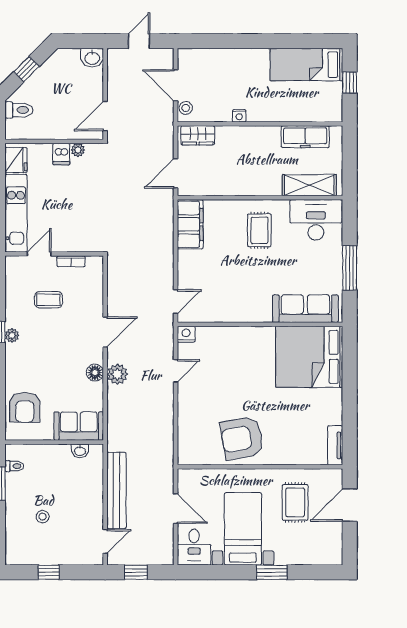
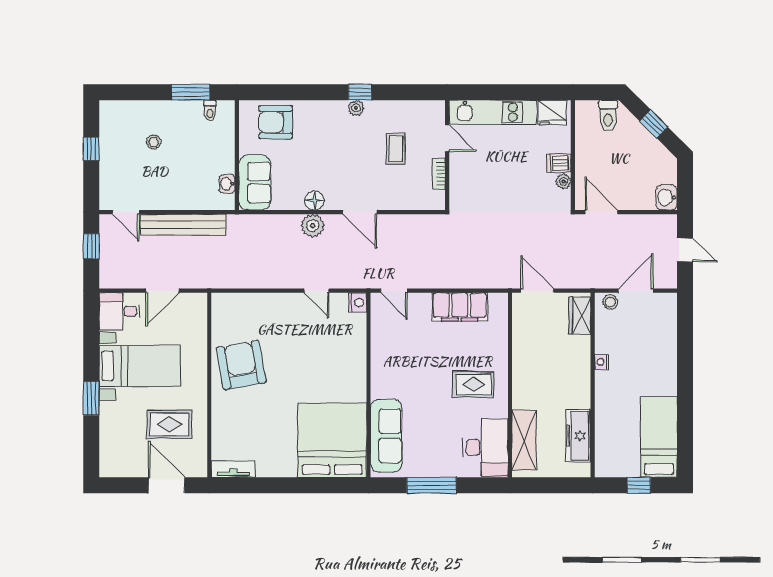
filing cabinet: (190, 224) -> (460, 307), moved

